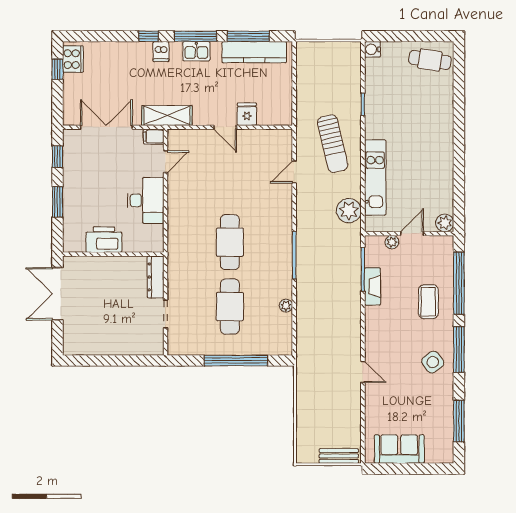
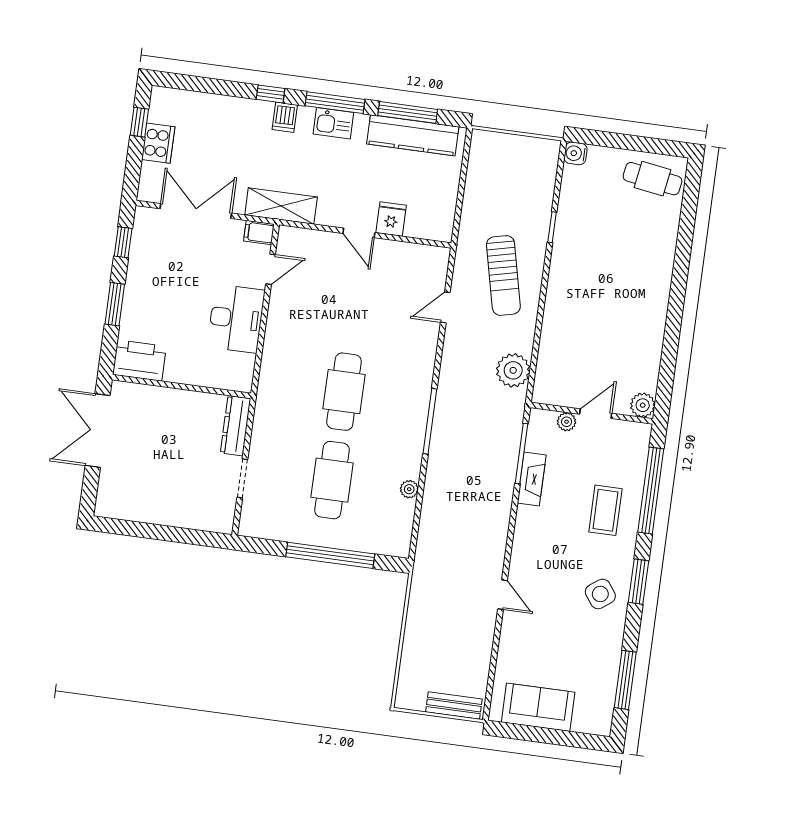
cooker: (73, 59) -> (158, 143), moved
kitchen unit: (375, 178) -> (556, 330), removed
printer: (104, 240) -> (139, 360), moved
window: (459, 349) -> (639, 582), width x0.69

